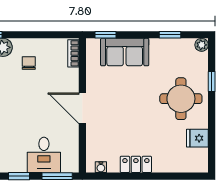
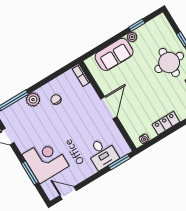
window: (105, 35) -> (95, 51), removed
plant: (202, 45) -> (132, 37), moved
door: (82, 108) -> (109, 108), swing flipped
window: (19, 176) -> (94, 177), removed

